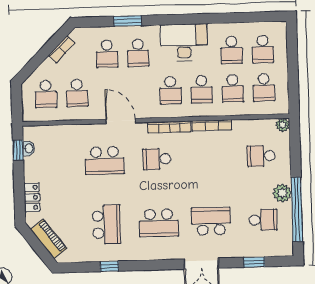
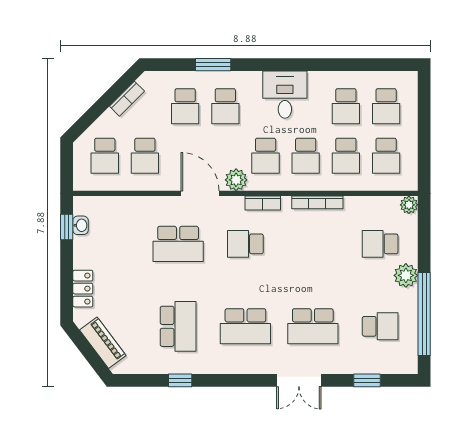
desk: (184, 42) -> (285, 95), width x0.73
plant: (148, 110) -> (236, 180), added
bookcase: (169, 127) -> (263, 203), width x0.64
plant: (282, 193) -> (406, 275), moved
school desk: (211, 221) -> (313, 326), turned 180

